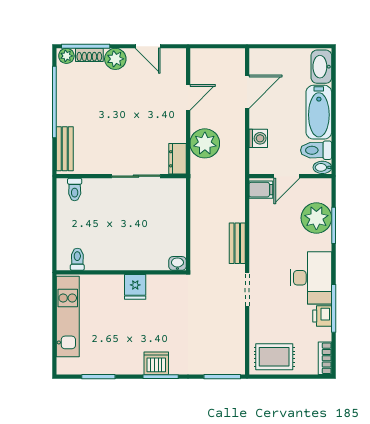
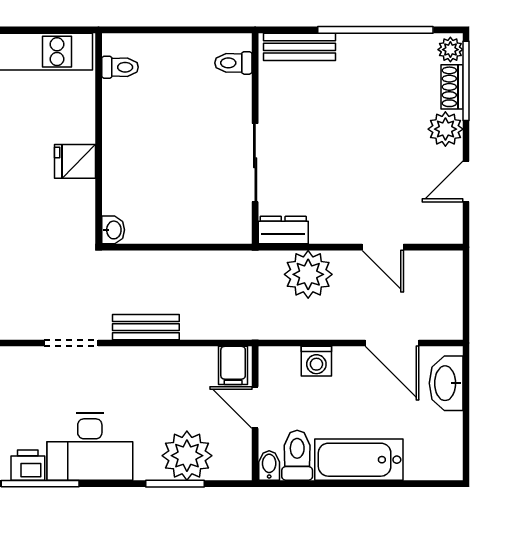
washbasin: (321, 67) -> (446, 383), moved, turned -90

